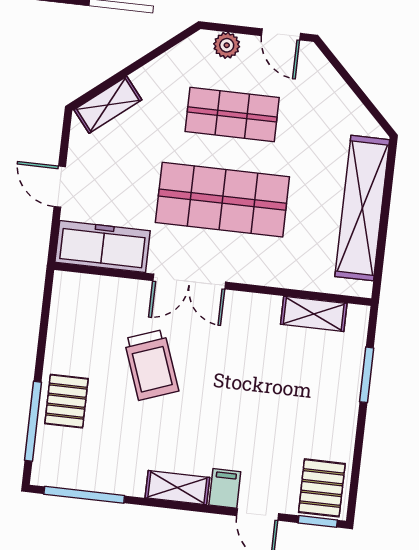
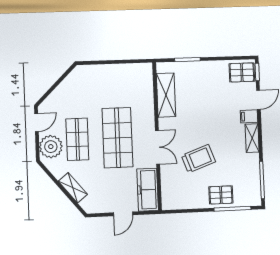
plant: (227, 45) -> (51, 147), width x1.88, depth x1.88
shelving: (108, 105) -> (73, 188), moved
shelving: (362, 208) -> (111, 73), removed
shelving: (314, 314) -> (166, 95), width x1.50, depth x1.33

